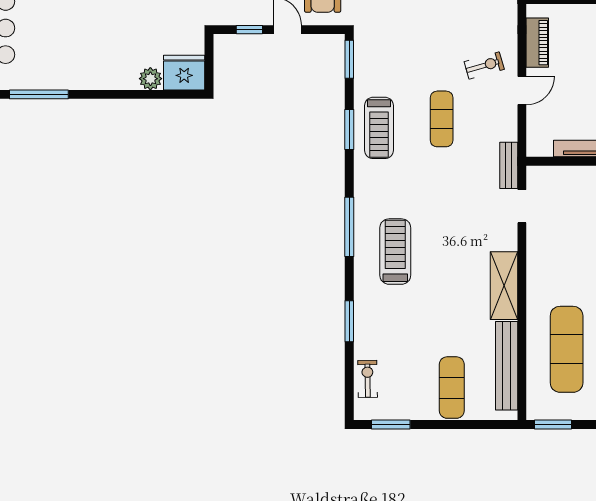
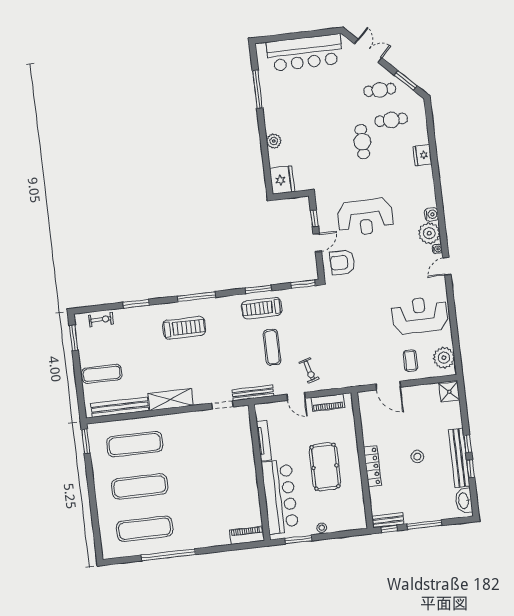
plant: (150, 79) -> (274, 141), moved
exercise mat: (442, 119) -> (272, 347), turned 90
bench: (509, 165) -> (253, 393), width x1.36

